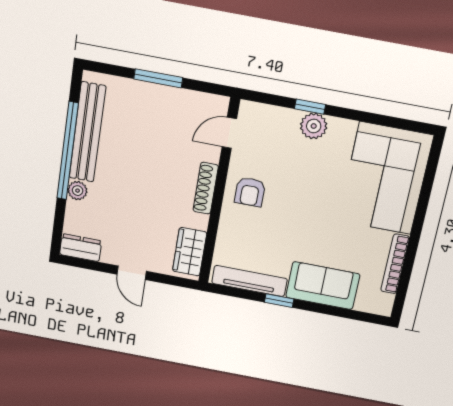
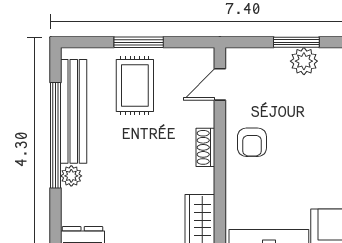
window: (310, 107) -> (296, 42), width x1.50
rug: (148, 119) -> (135, 85), added
shoe rack: (206, 188) -> (205, 147), width x0.70

